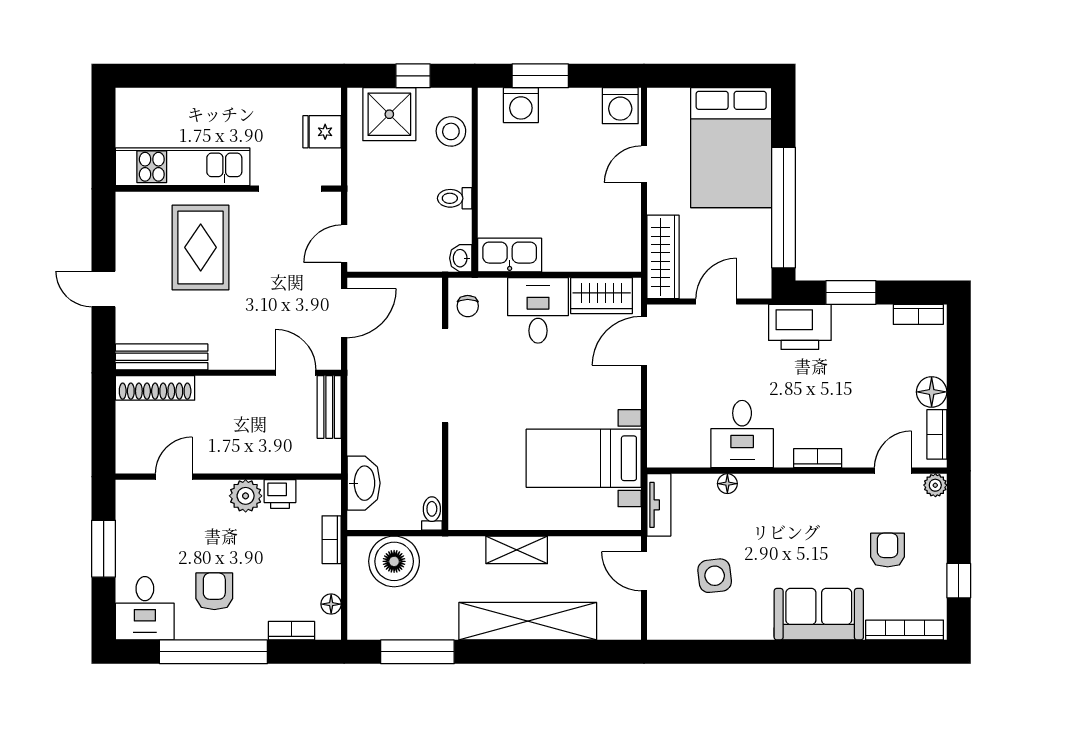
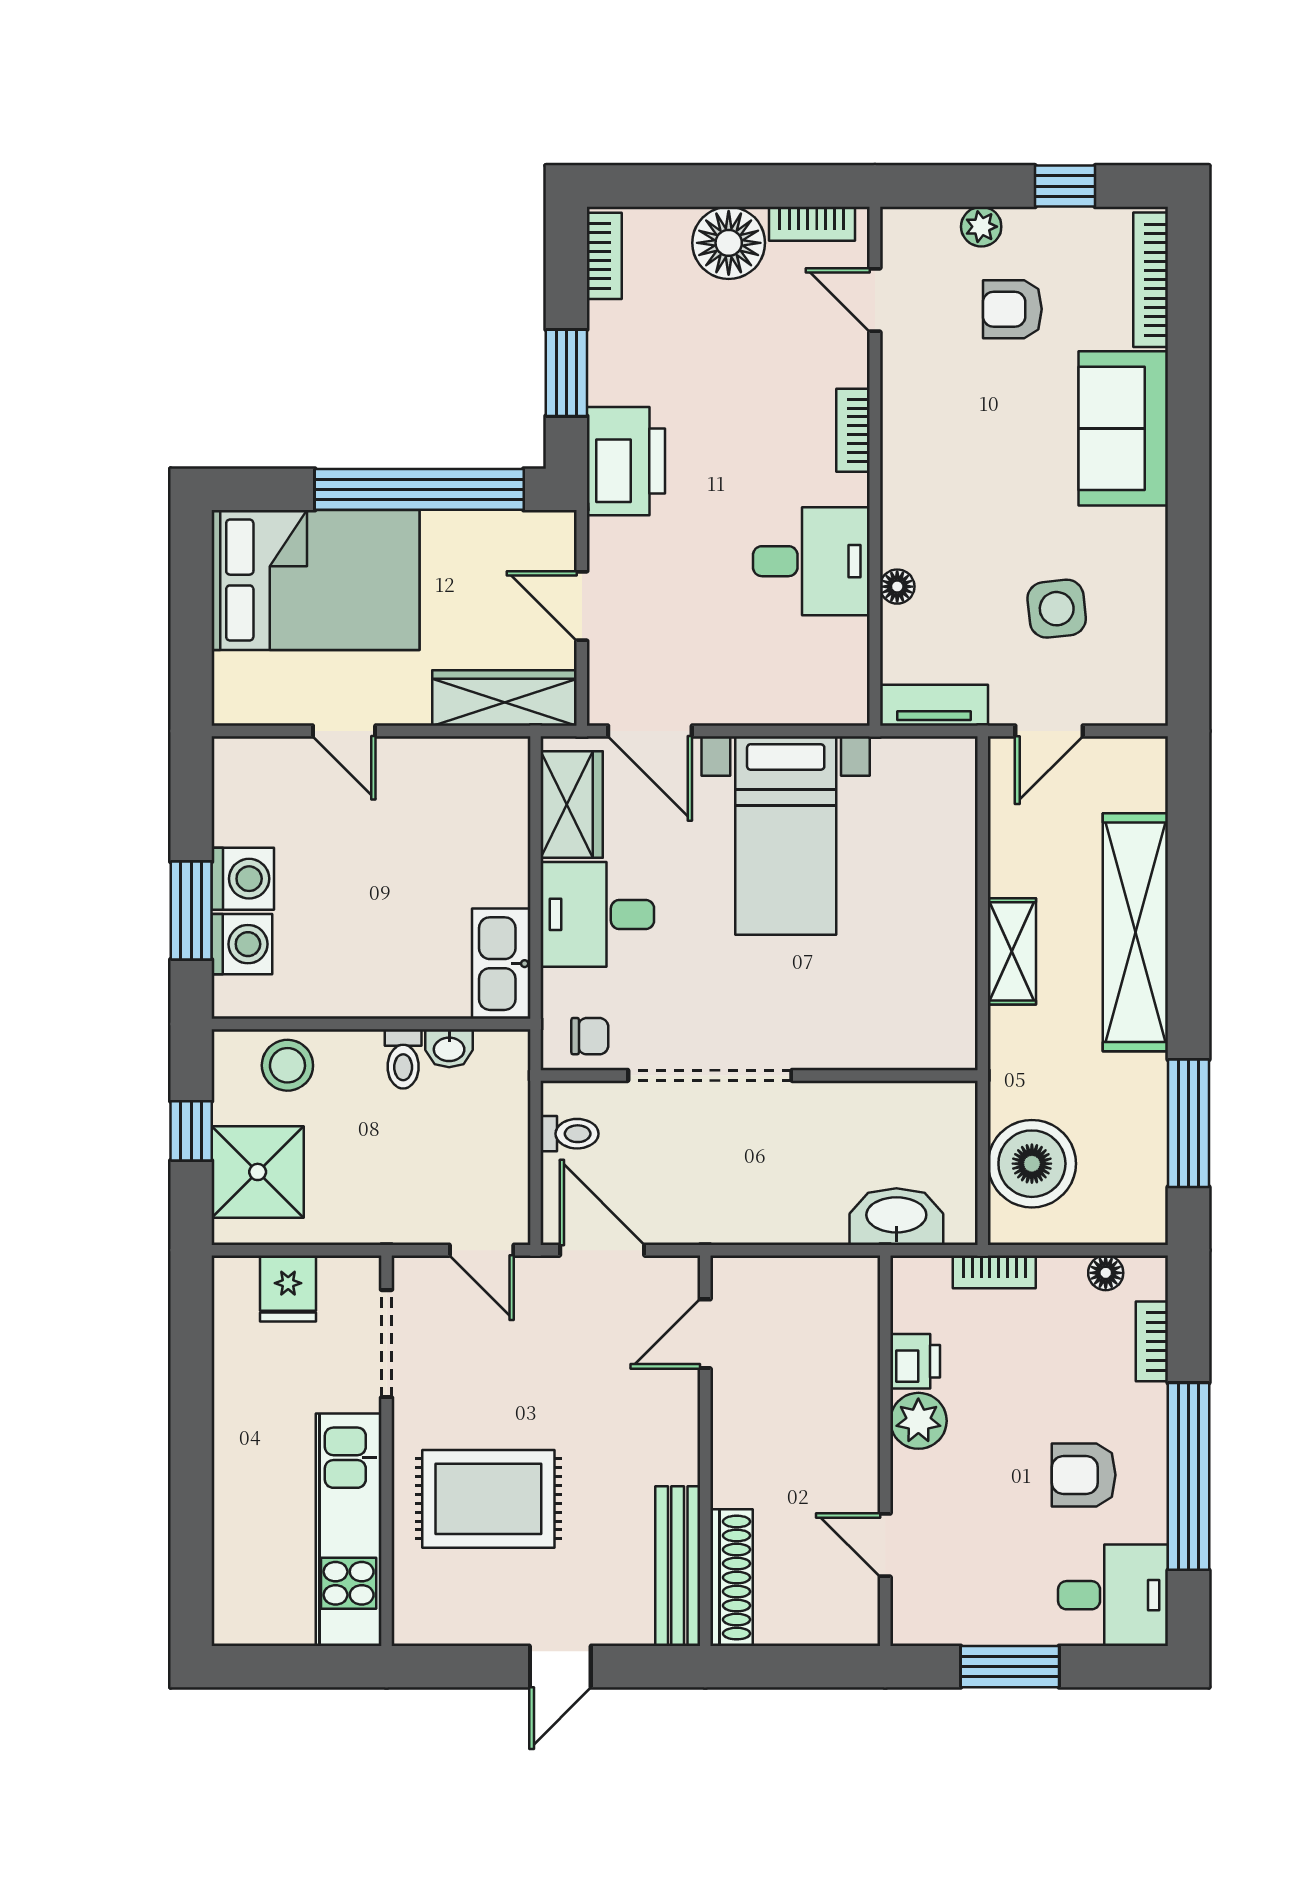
washing machine: (620, 106) -> (243, 879), moved
washbasin: (461, 258) -> (449, 1048), moved
floor lamp: (932, 392) -> (729, 243), width x1.38, depth x1.38
bench: (329, 407) -> (765, 1276), removed
bed with nightstands: (584, 458) -> (786, 836), moved
plant: (935, 485) -> (981, 227), moved
toilet: (432, 513) -> (570, 1134), moved, turned 180

